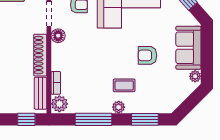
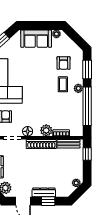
armchair: (147, 55) -> (64, 63), moved
plant: (59, 104) -> (46, 130), moved
window: (93, 119) -> (87, 106), width x1.46

